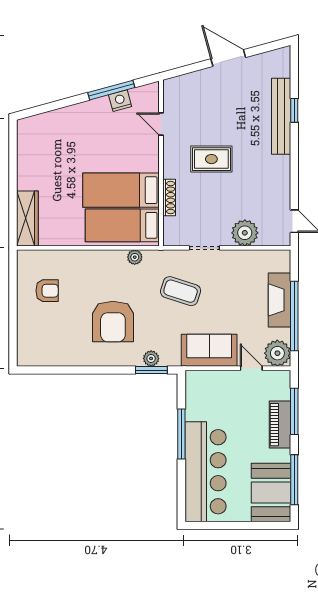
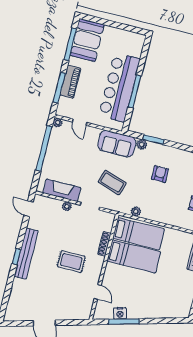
window: (294, 110) -> (16, 257), moved
bench: (281, 116) -> (26, 254), moved
plant: (245, 233) -> (67, 206), width x0.53, depth x0.53
fireplace: (279, 300) -> (62, 190), moved, turned -90
armchair: (113, 322) -> (160, 174), width x0.53, depth x0.53
sofa: (209, 350) -> (117, 144), moved
plant: (277, 353) -> (58, 123), width x0.53, depth x0.53
window: (151, 370) -> (153, 140), moved
bar counter: (205, 472) -> (119, 87), moved

